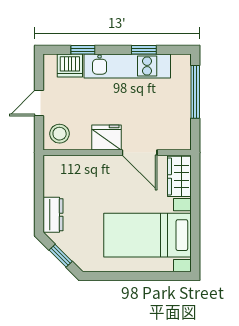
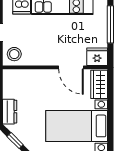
fridge: (107, 137) -> (97, 57), moved

